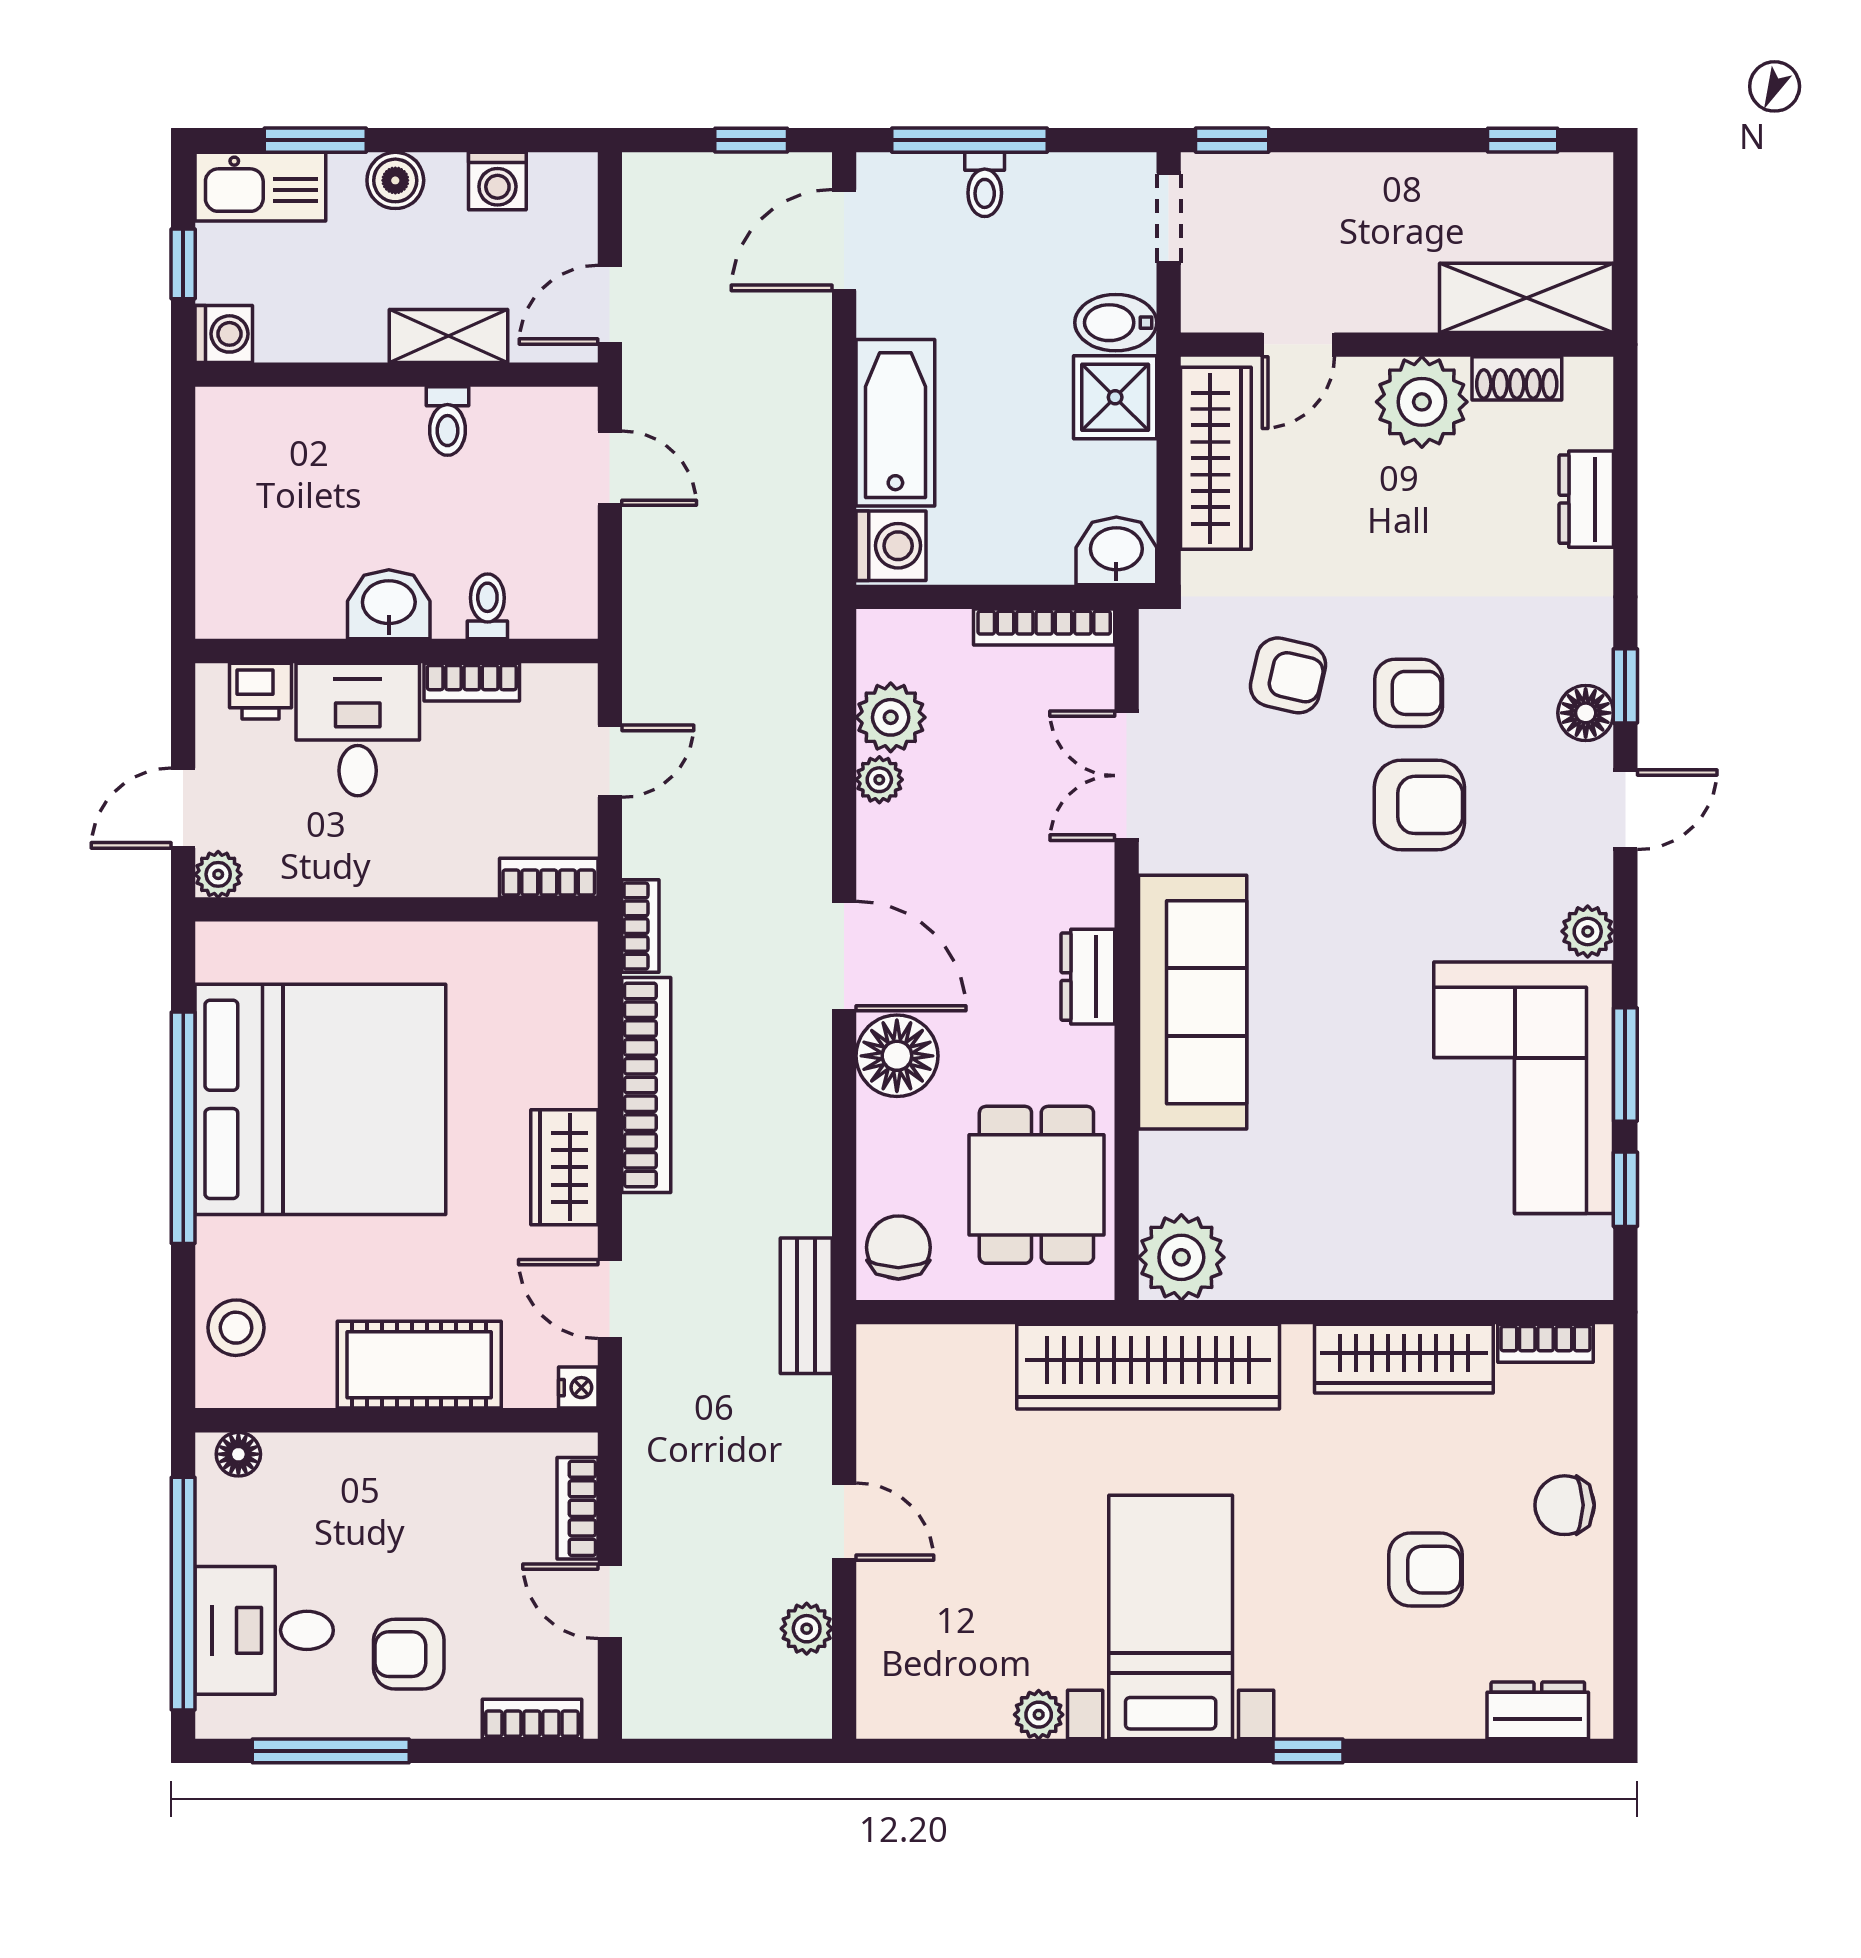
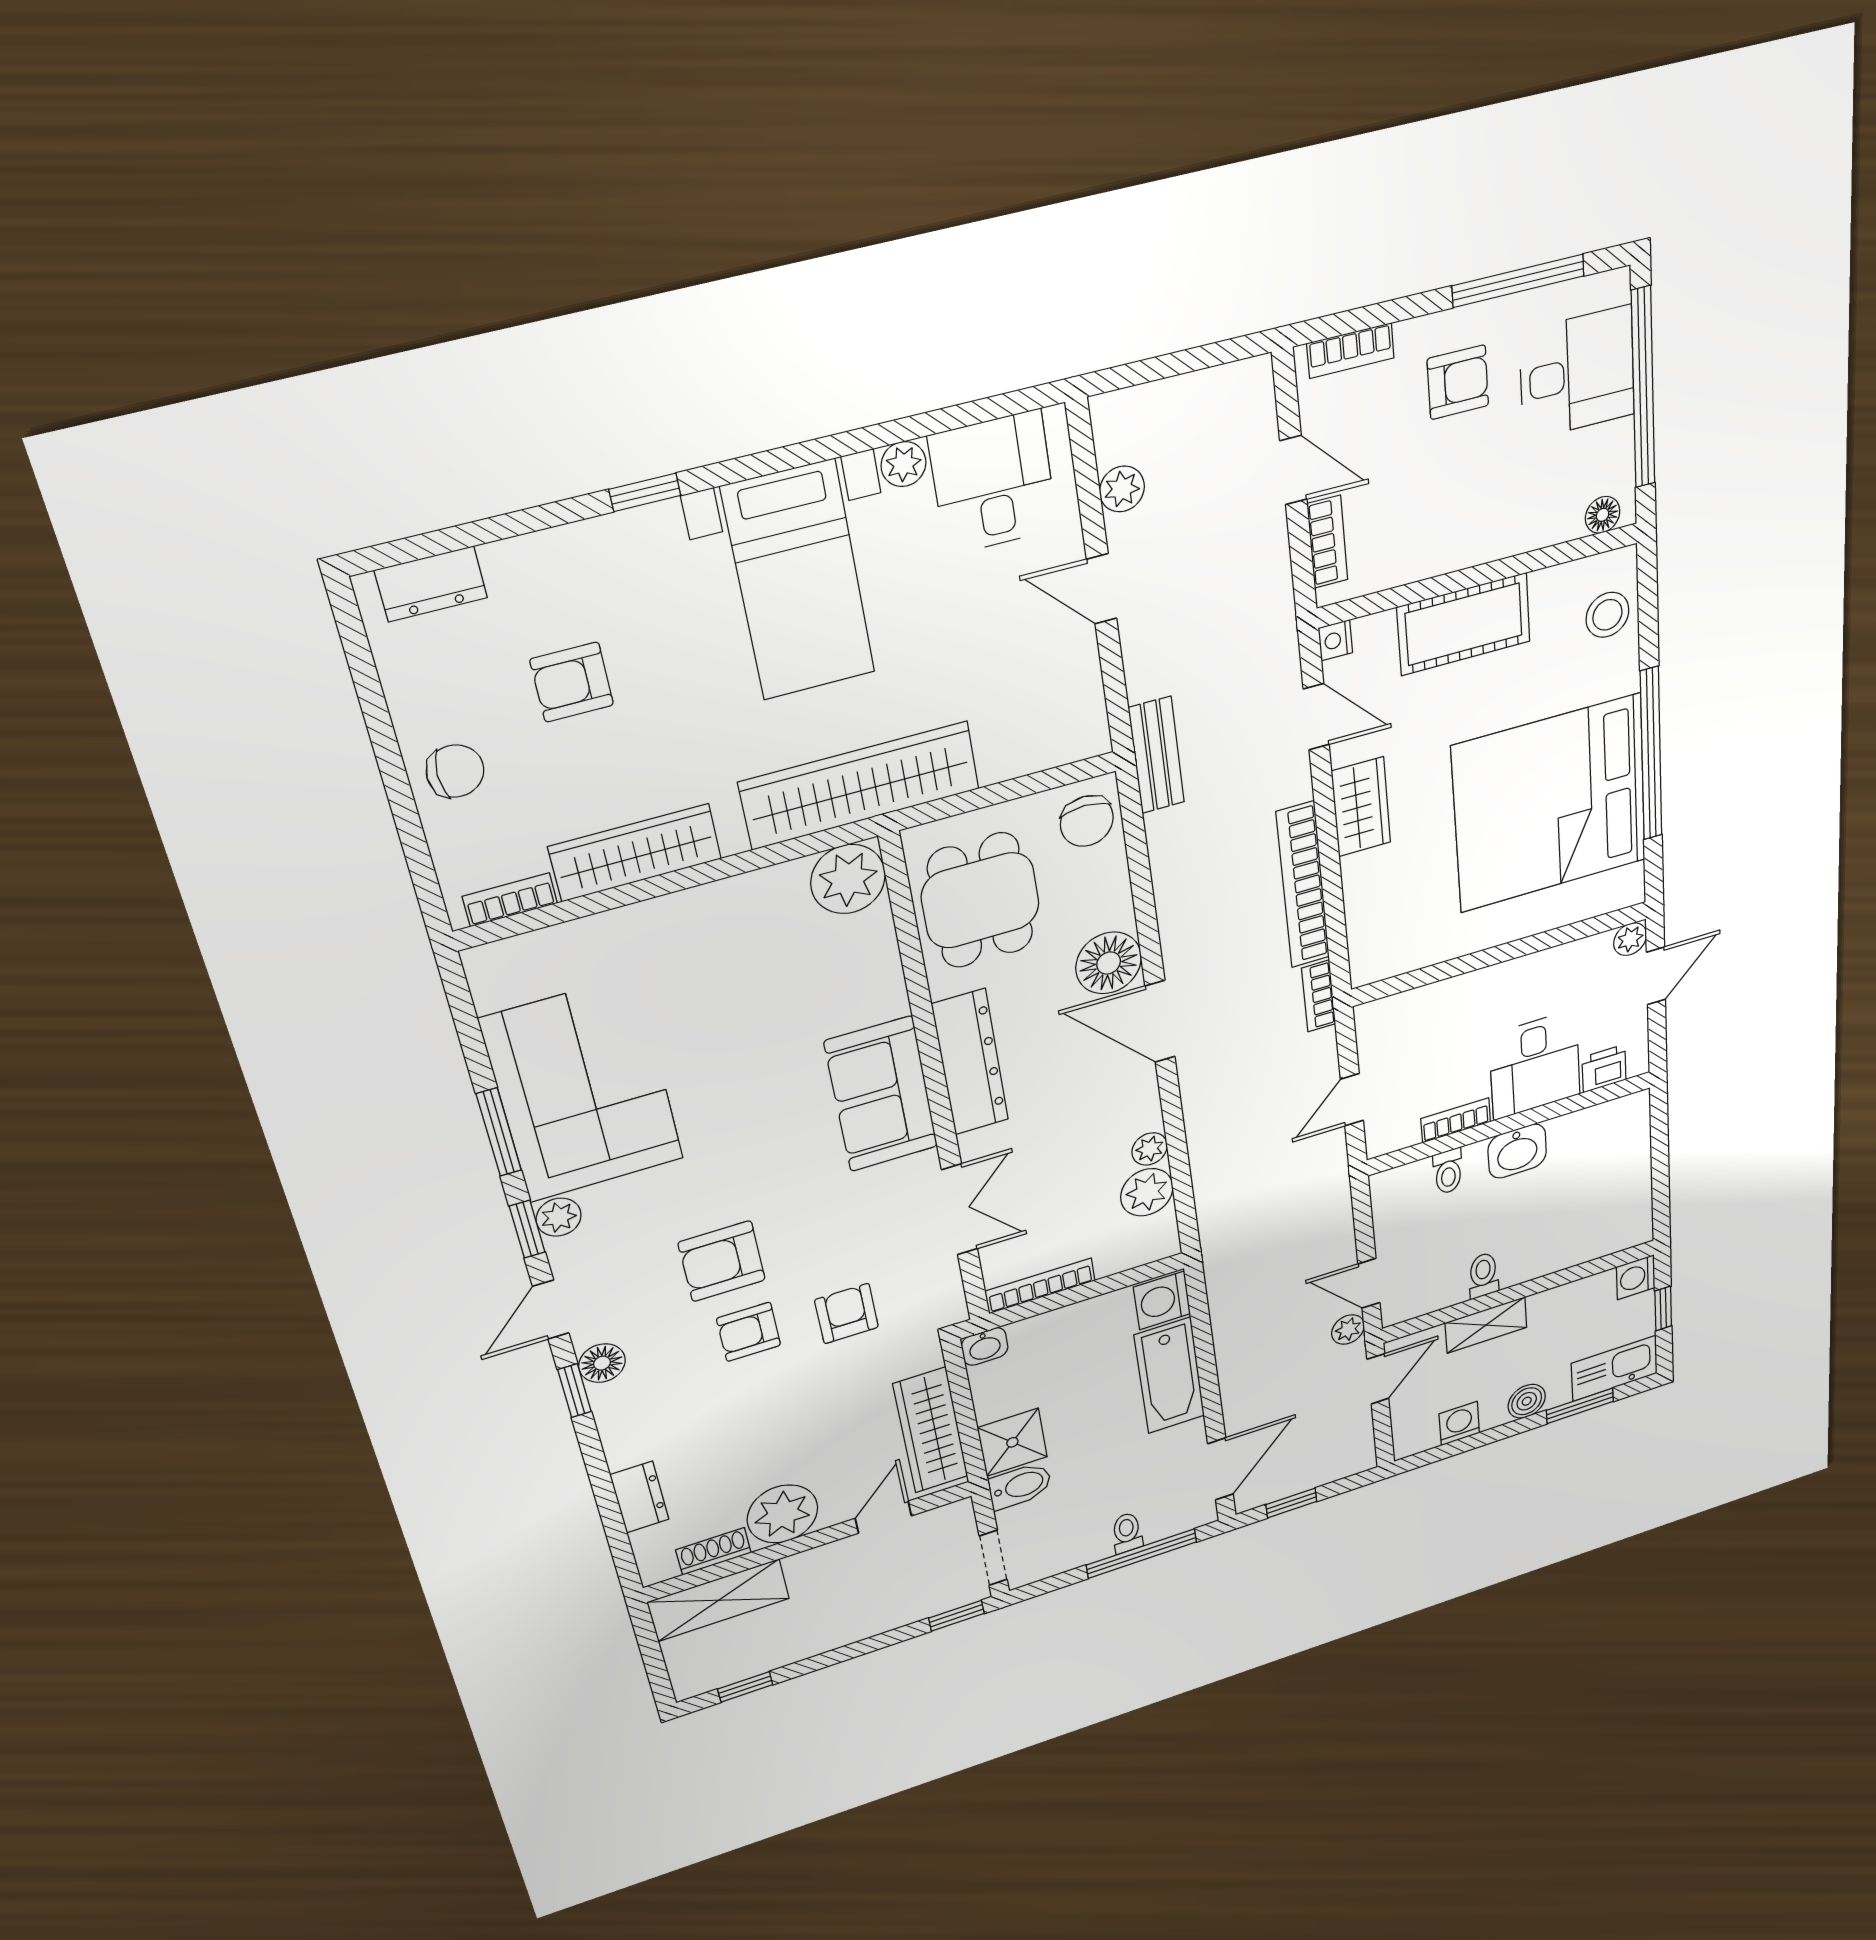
plant: (645, 404) -> (1348, 1329), added
washbasin: (1116, 551) -> (985, 1346), width x0.72, depth x0.69
armchair: (1288, 675) -> (847, 1314), turned 77
bookcase: (549, 878) -> (1390, 1009), removed
dresser: (1088, 977) -> (970, 1062), width x1.96, depth x1.24
sofa: (1193, 1002) -> (881, 1094), width x0.73
window: (1625, 1189) -> (527, 1229), moved
desk: (947, 1671) -> (993, 483), added

